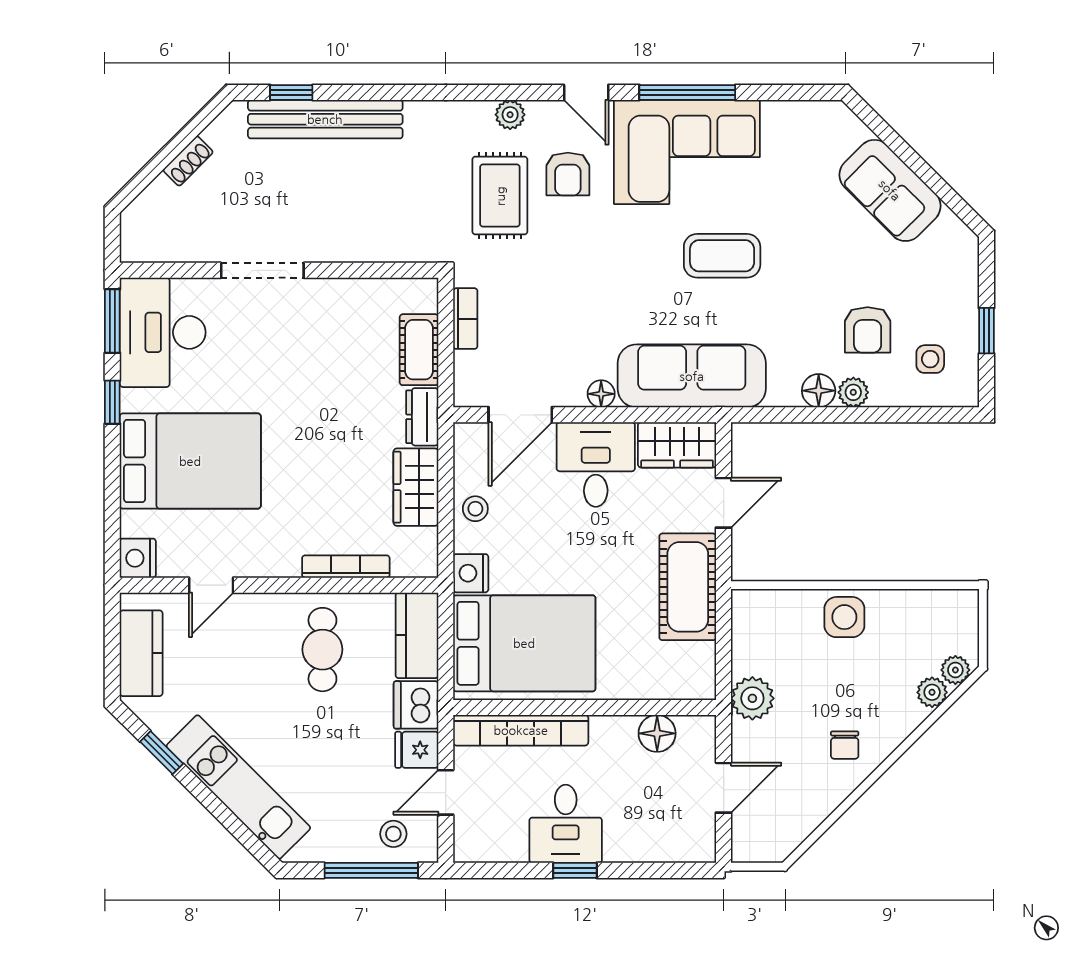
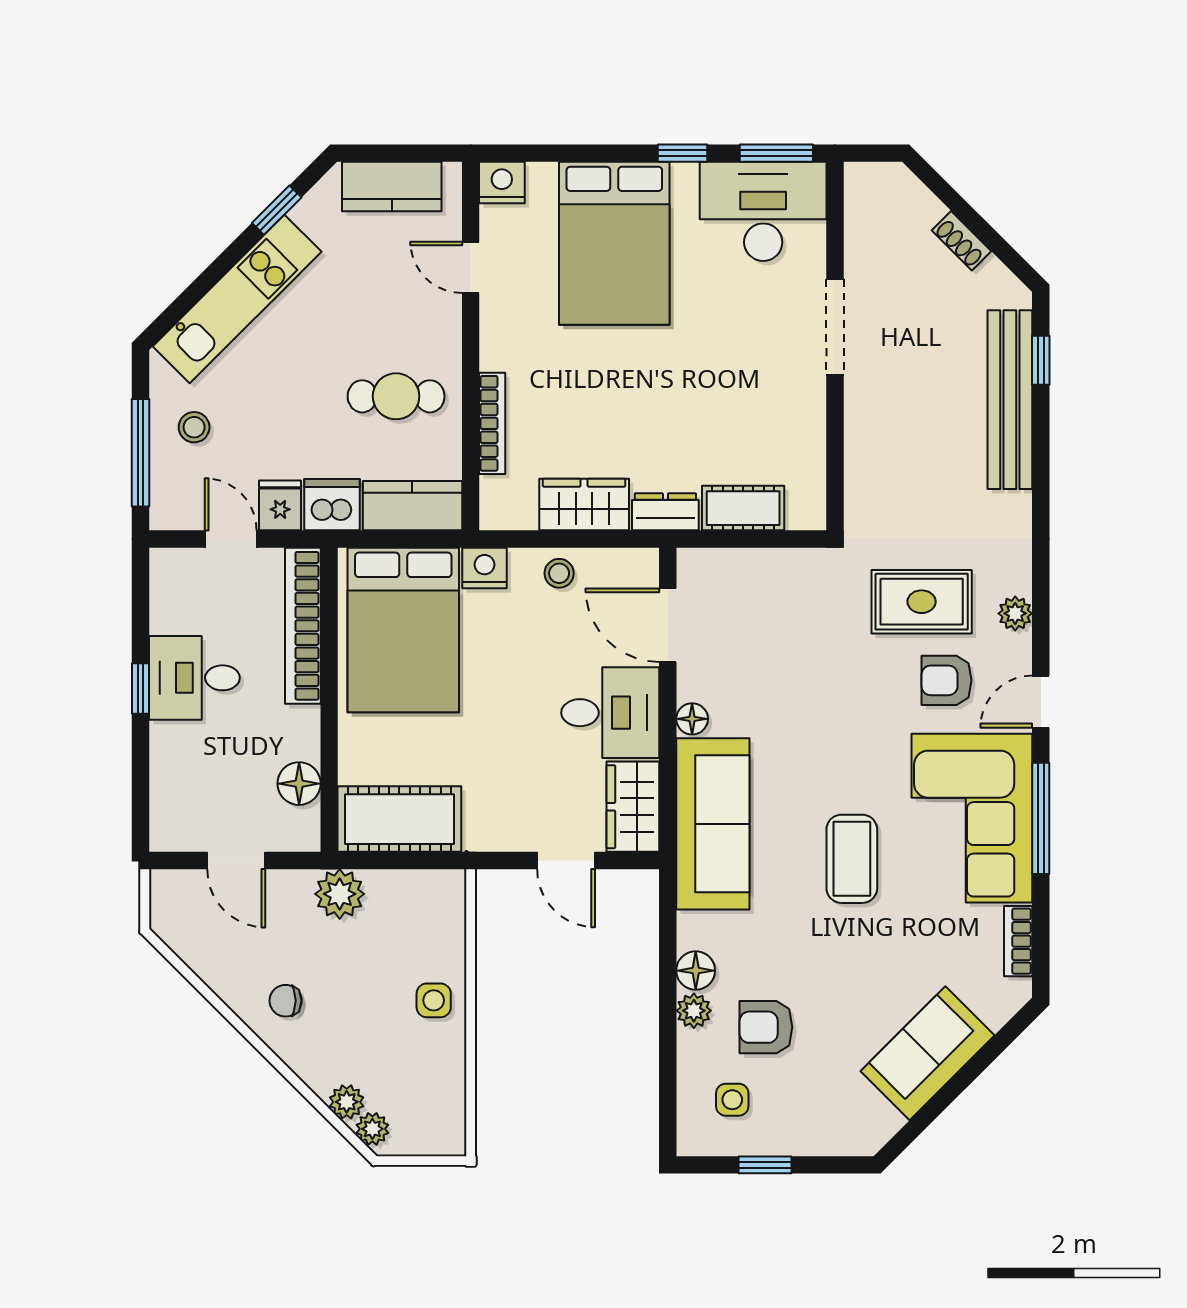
bookcase: (465, 319) -> (1018, 941), moved, turned 90
cot: (688, 587) -> (399, 819), moved
side table: (844, 617) -> (434, 1000), width x0.73, depth x0.73
stool: (393, 834) -> (194, 427), moved

